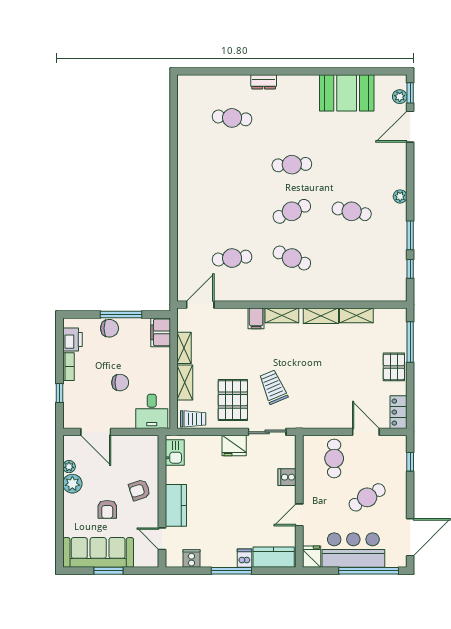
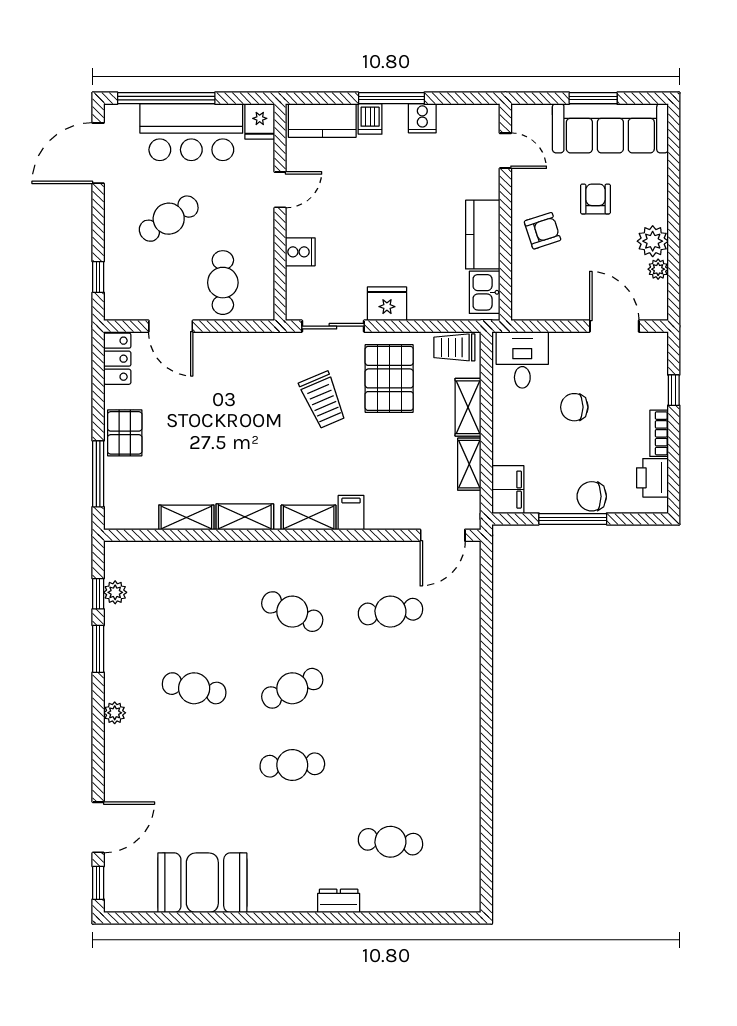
plant: (400, 97) -> (115, 592), moved
kitchen counter: (176, 505) -> (483, 235), moved
cooker: (191, 559) -> (422, 118), moved

